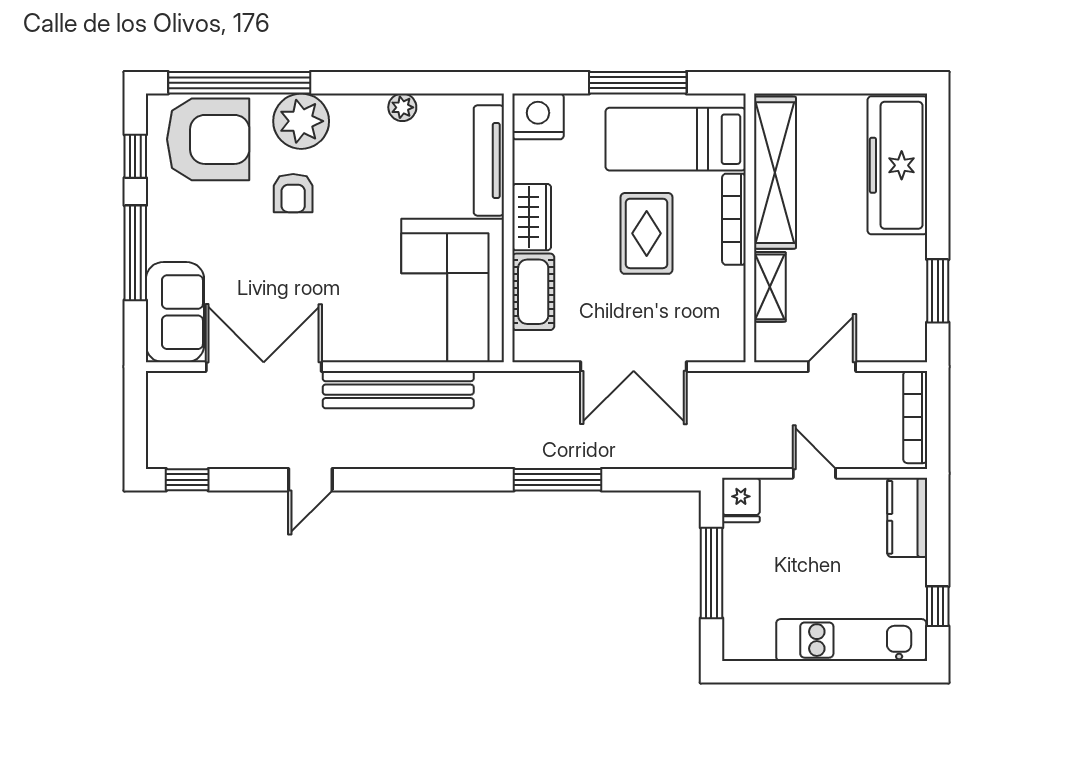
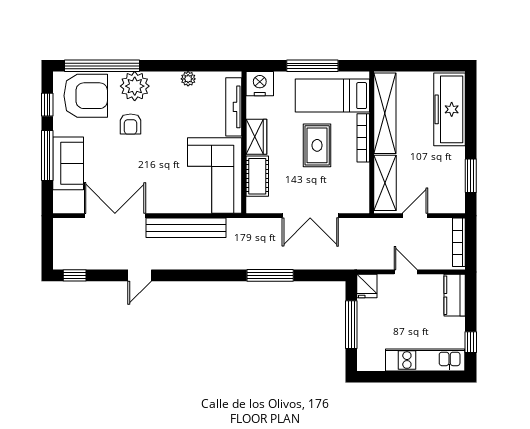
shelving: (770, 287) -> (385, 183), width x1.50, depth x1.33
sofa: (175, 312) -> (68, 163), moved

